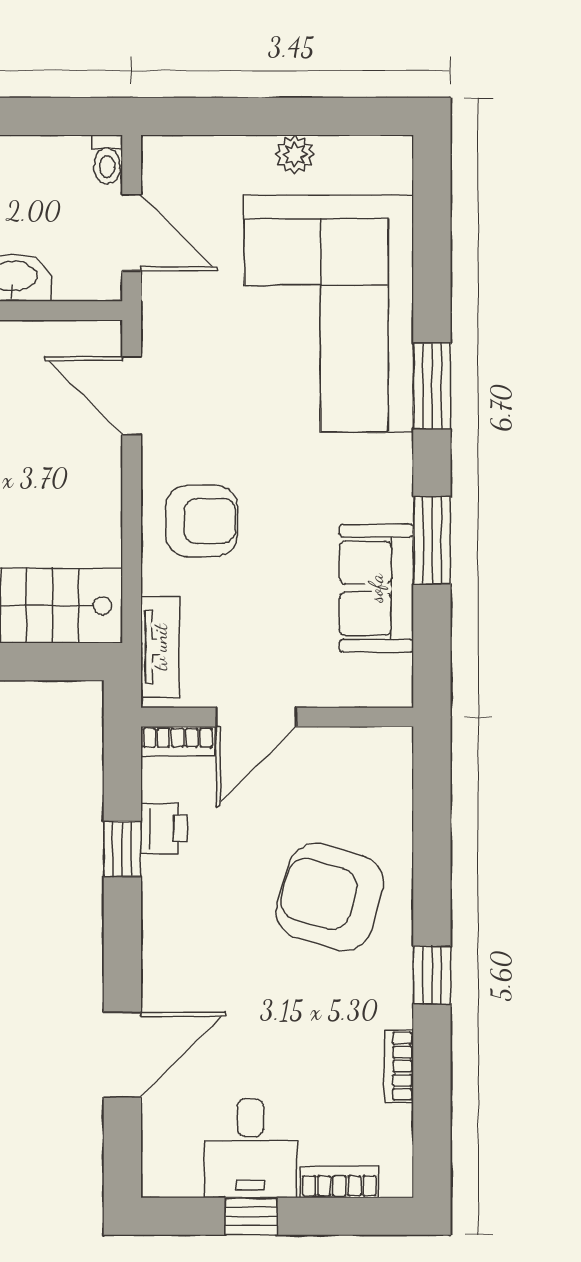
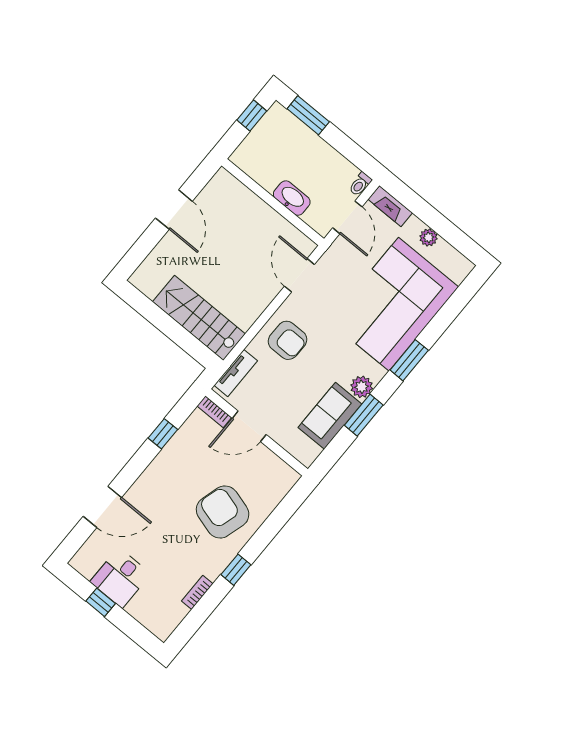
fireplace: (187, 155) -> (390, 206), added
plant: (389, 496) -> (362, 387), added
printer: (164, 829) -> (184, 439), removed
bookcase: (339, 1182) -> (142, 616), removed

